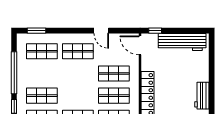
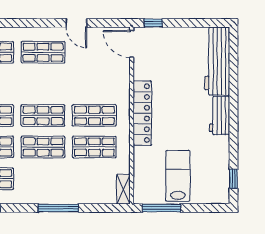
workbench: (182, 42) -> (217, 61), moved, turned 90
shop shelf: (114, 73) -> (43, 115), moved

